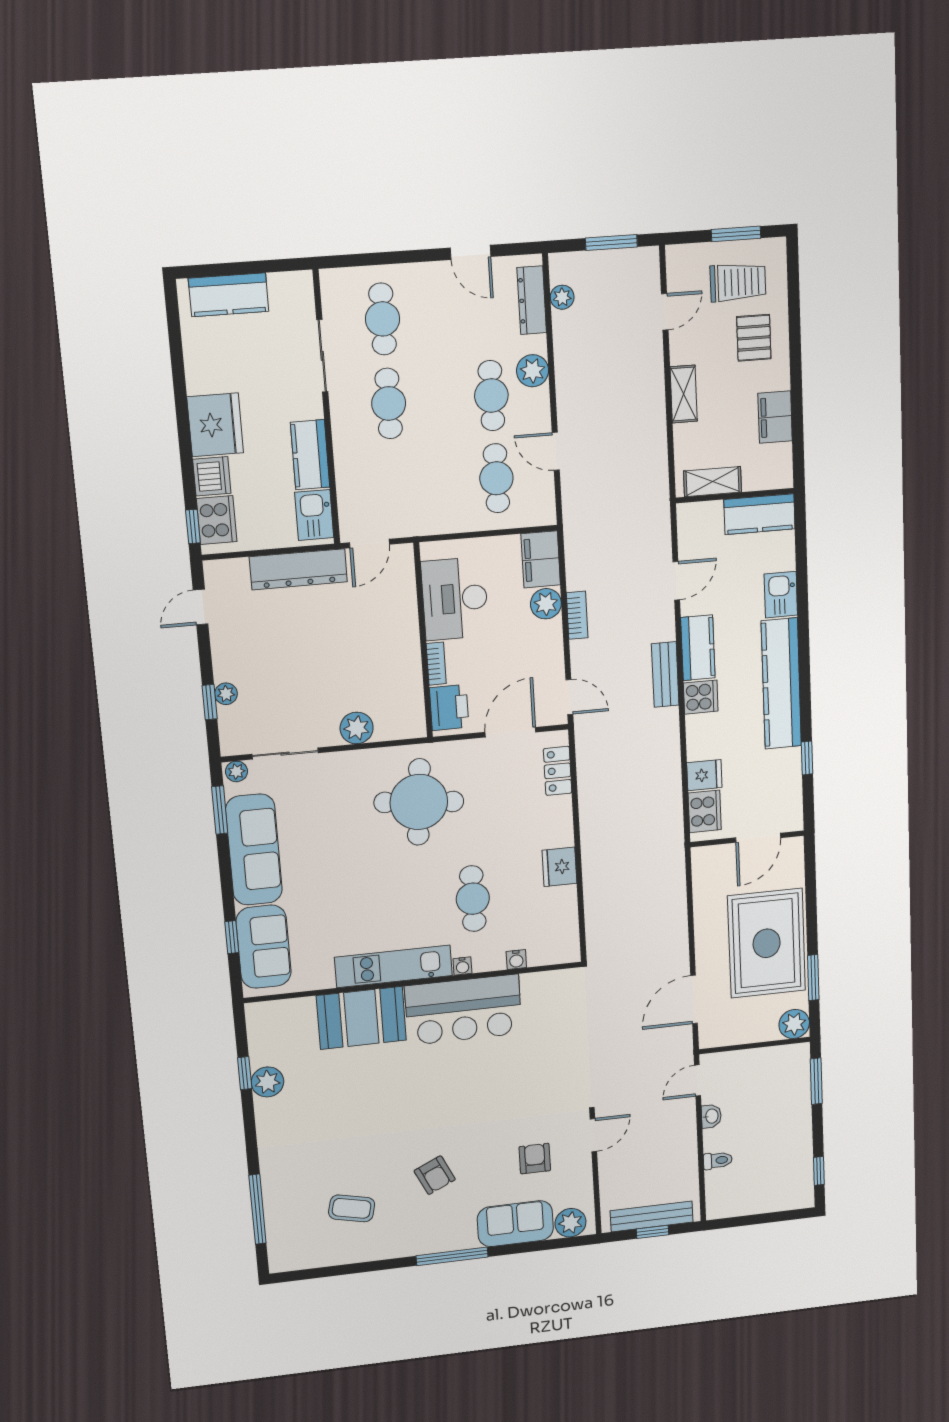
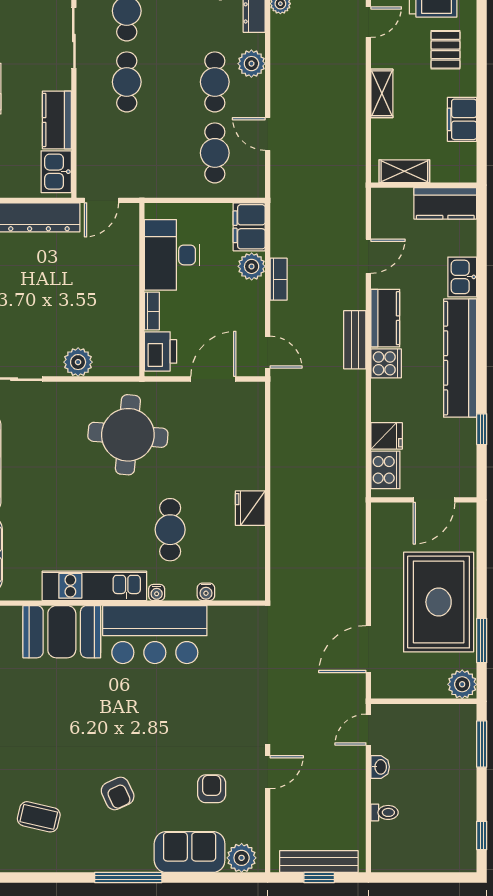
locker: (558, 771) -> (254, 419), removed

